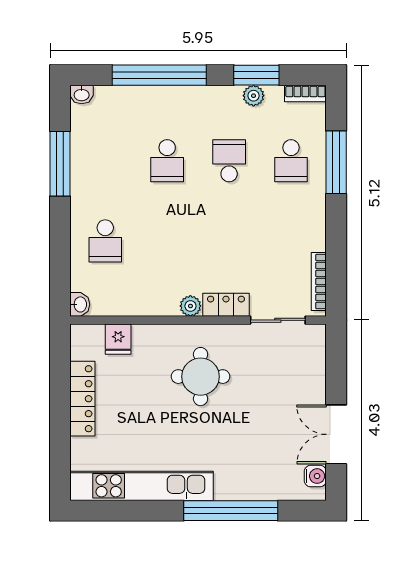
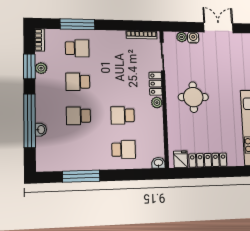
washbasin: (82, 95) -> (41, 130), moved
school desk: (167, 161) -> (78, 116), turned 180
school desk: (167, 241) -> (123, 115), added
fridge: (118, 339) -> (181, 159), moved, turned -90
plant: (316, 359) -> (182, 37), added
double door: (336, 434) -> (218, 28), swing flipped
water cooler: (315, 476) -> (193, 38), moved

